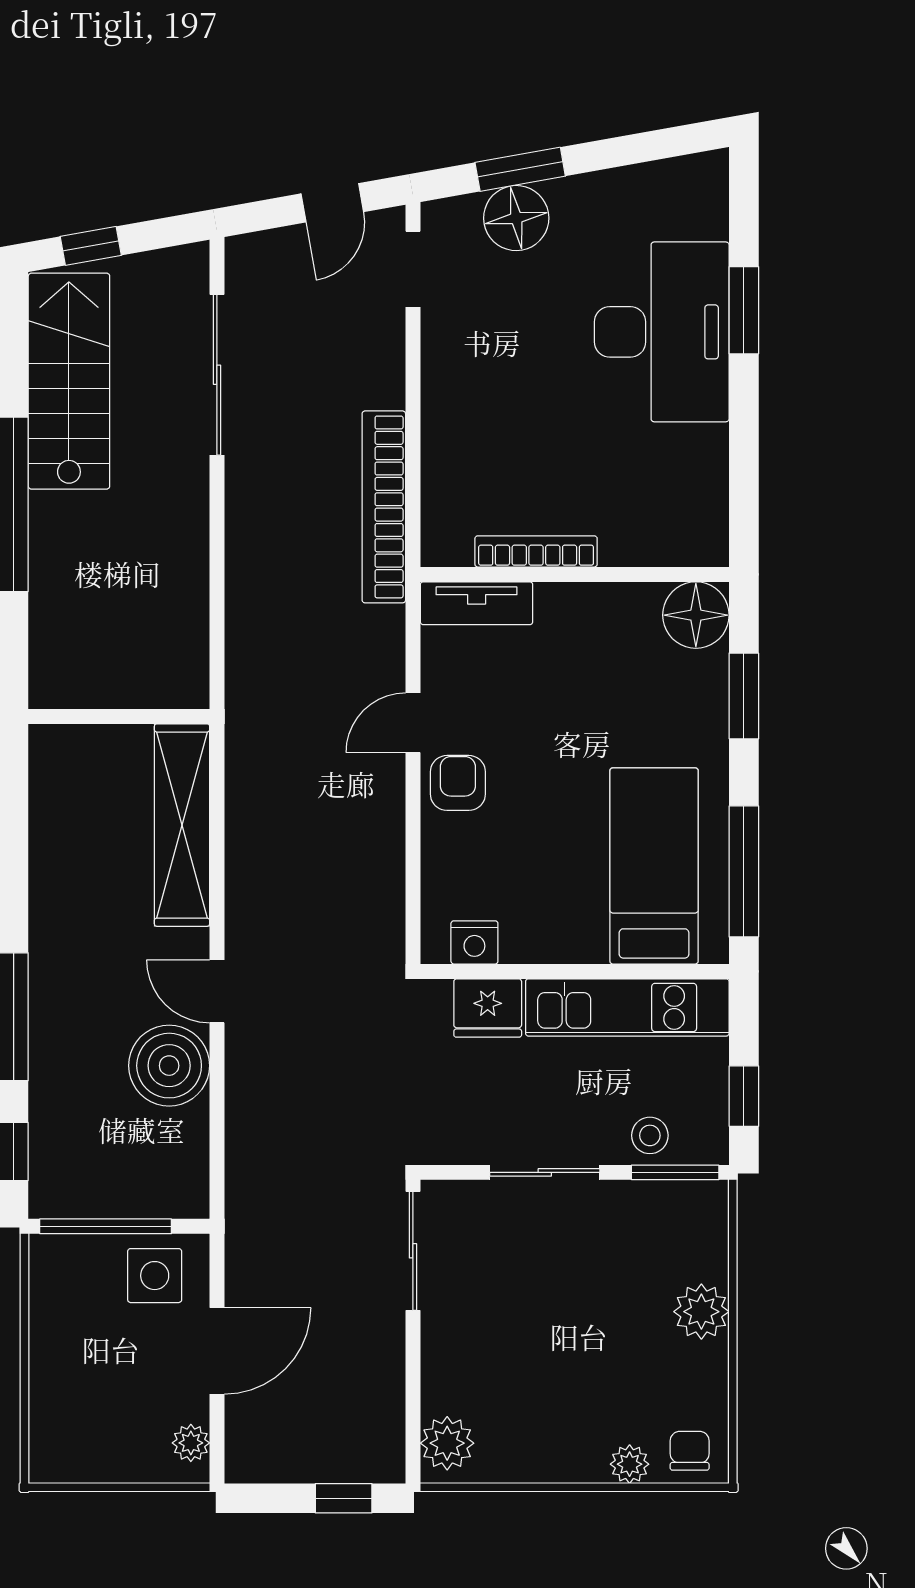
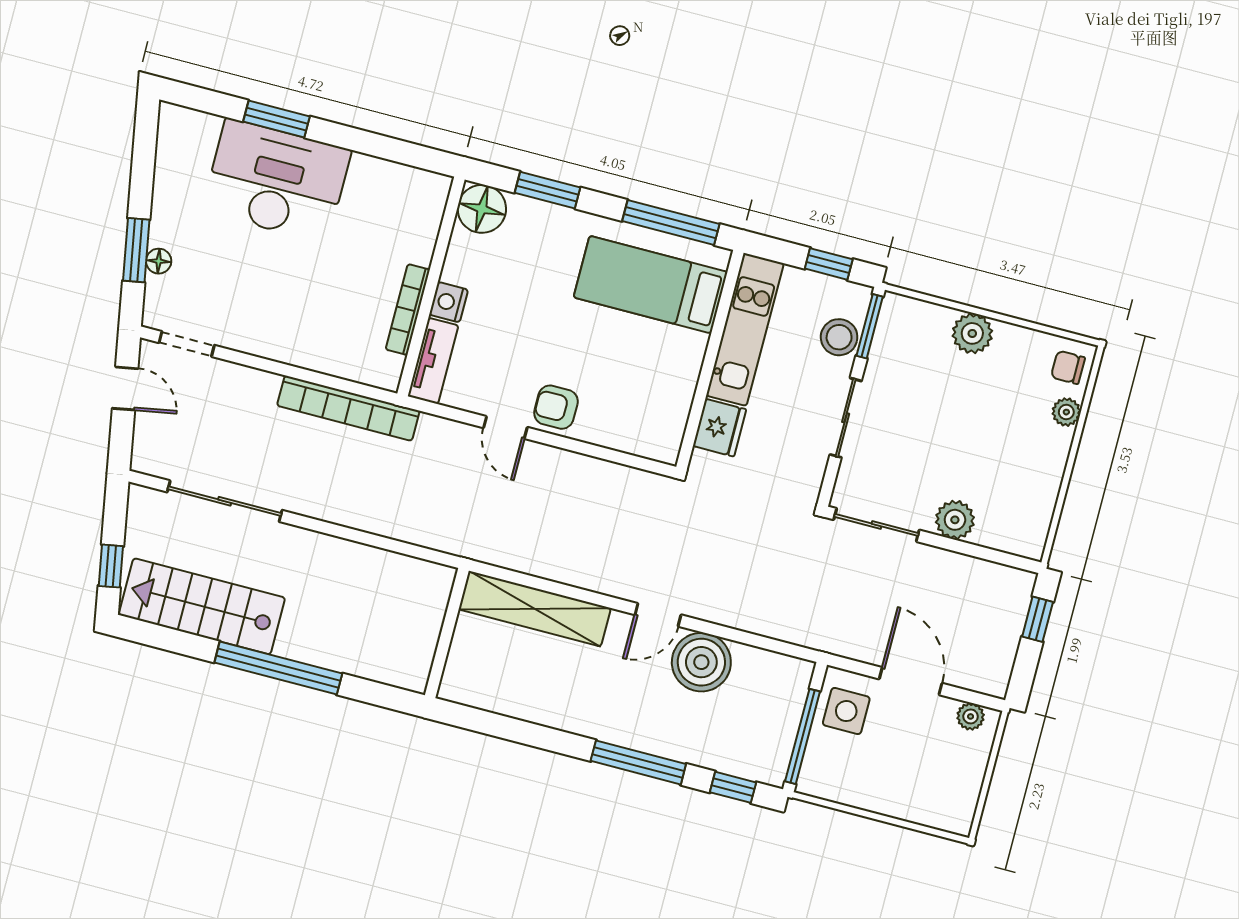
floor lamp: (516, 218) -> (159, 261), width x0.53, depth x0.53
nightstand: (474, 942) -> (449, 302), moved, turned 180
stool: (650, 1135) -> (839, 337), width x1.37, depth x1.37
plant: (447, 1443) -> (955, 520), moved

